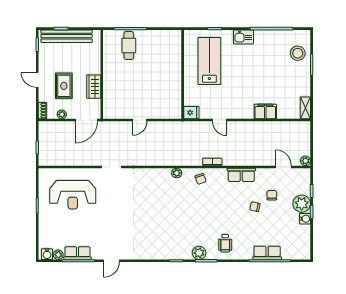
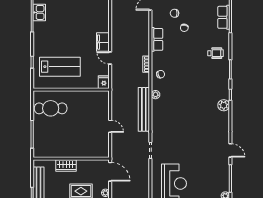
kitchen sink: (243, 37) -> (39, 12), moved
cafe table: (129, 45) -> (51, 108), moved, width x1.37, depth x1.35
lab bench: (209, 61) -> (60, 67), turned 180
wardrobe: (94, 87) -> (66, 165), moved
filing cabinet: (265, 112) -> (103, 42), moved
door: (220, 120) -> (110, 58), swing flipped
bench: (159, 159) -> (144, 109), added
row of seats: (77, 253) -> (224, 179), removed
plant: (199, 253) -> (224, 105), moved

